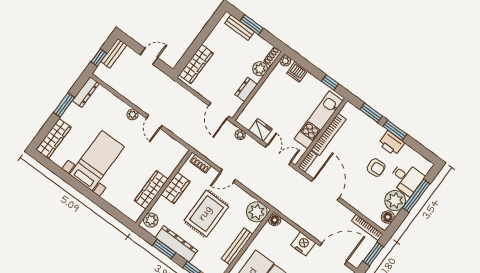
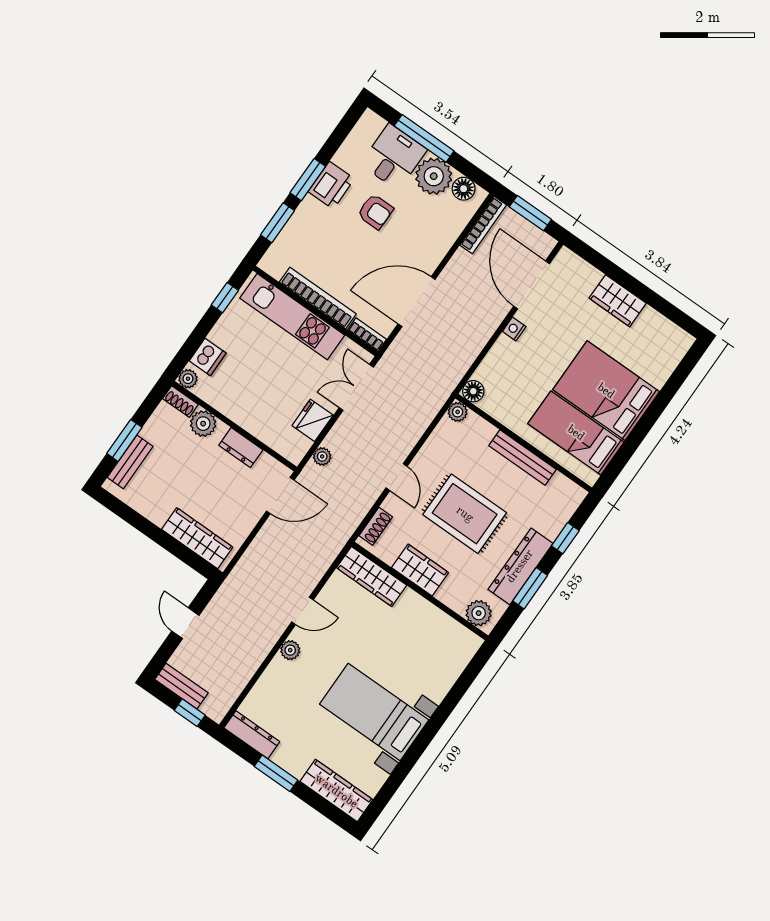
armchair: (376, 168) -> (375, 212), turned 93
wardrobe: (151, 190) -> (372, 576), moved
plant: (257, 212) -> (458, 412), width x0.53, depth x0.53
nightstand: (303, 244) -> (514, 329), width x0.53, depth x0.56

